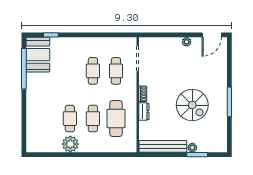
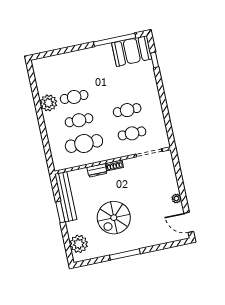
plant: (192, 148) -> (79, 244), moved, width x1.88, depth x1.88
window: (197, 155) -> (60, 212), moved

